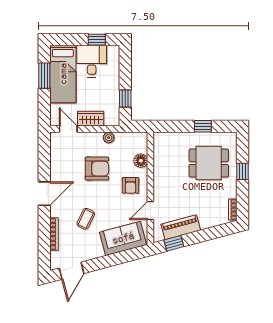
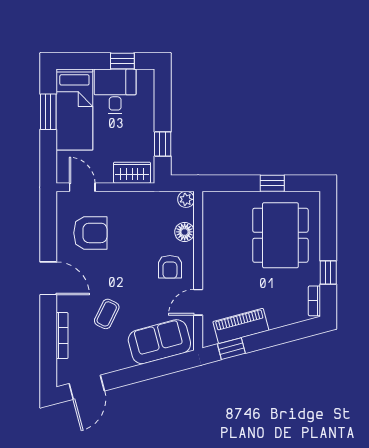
wardrobe: (91, 119) -> (132, 173), moved
plant: (109, 138) -> (186, 199), moved
dining table: (209, 163) -> (280, 235), width x1.38
armchair: (97, 169) -> (90, 233), moved
window: (243, 171) -> (328, 273), moved
door: (44, 194) -> (48, 278), hinge flipped

